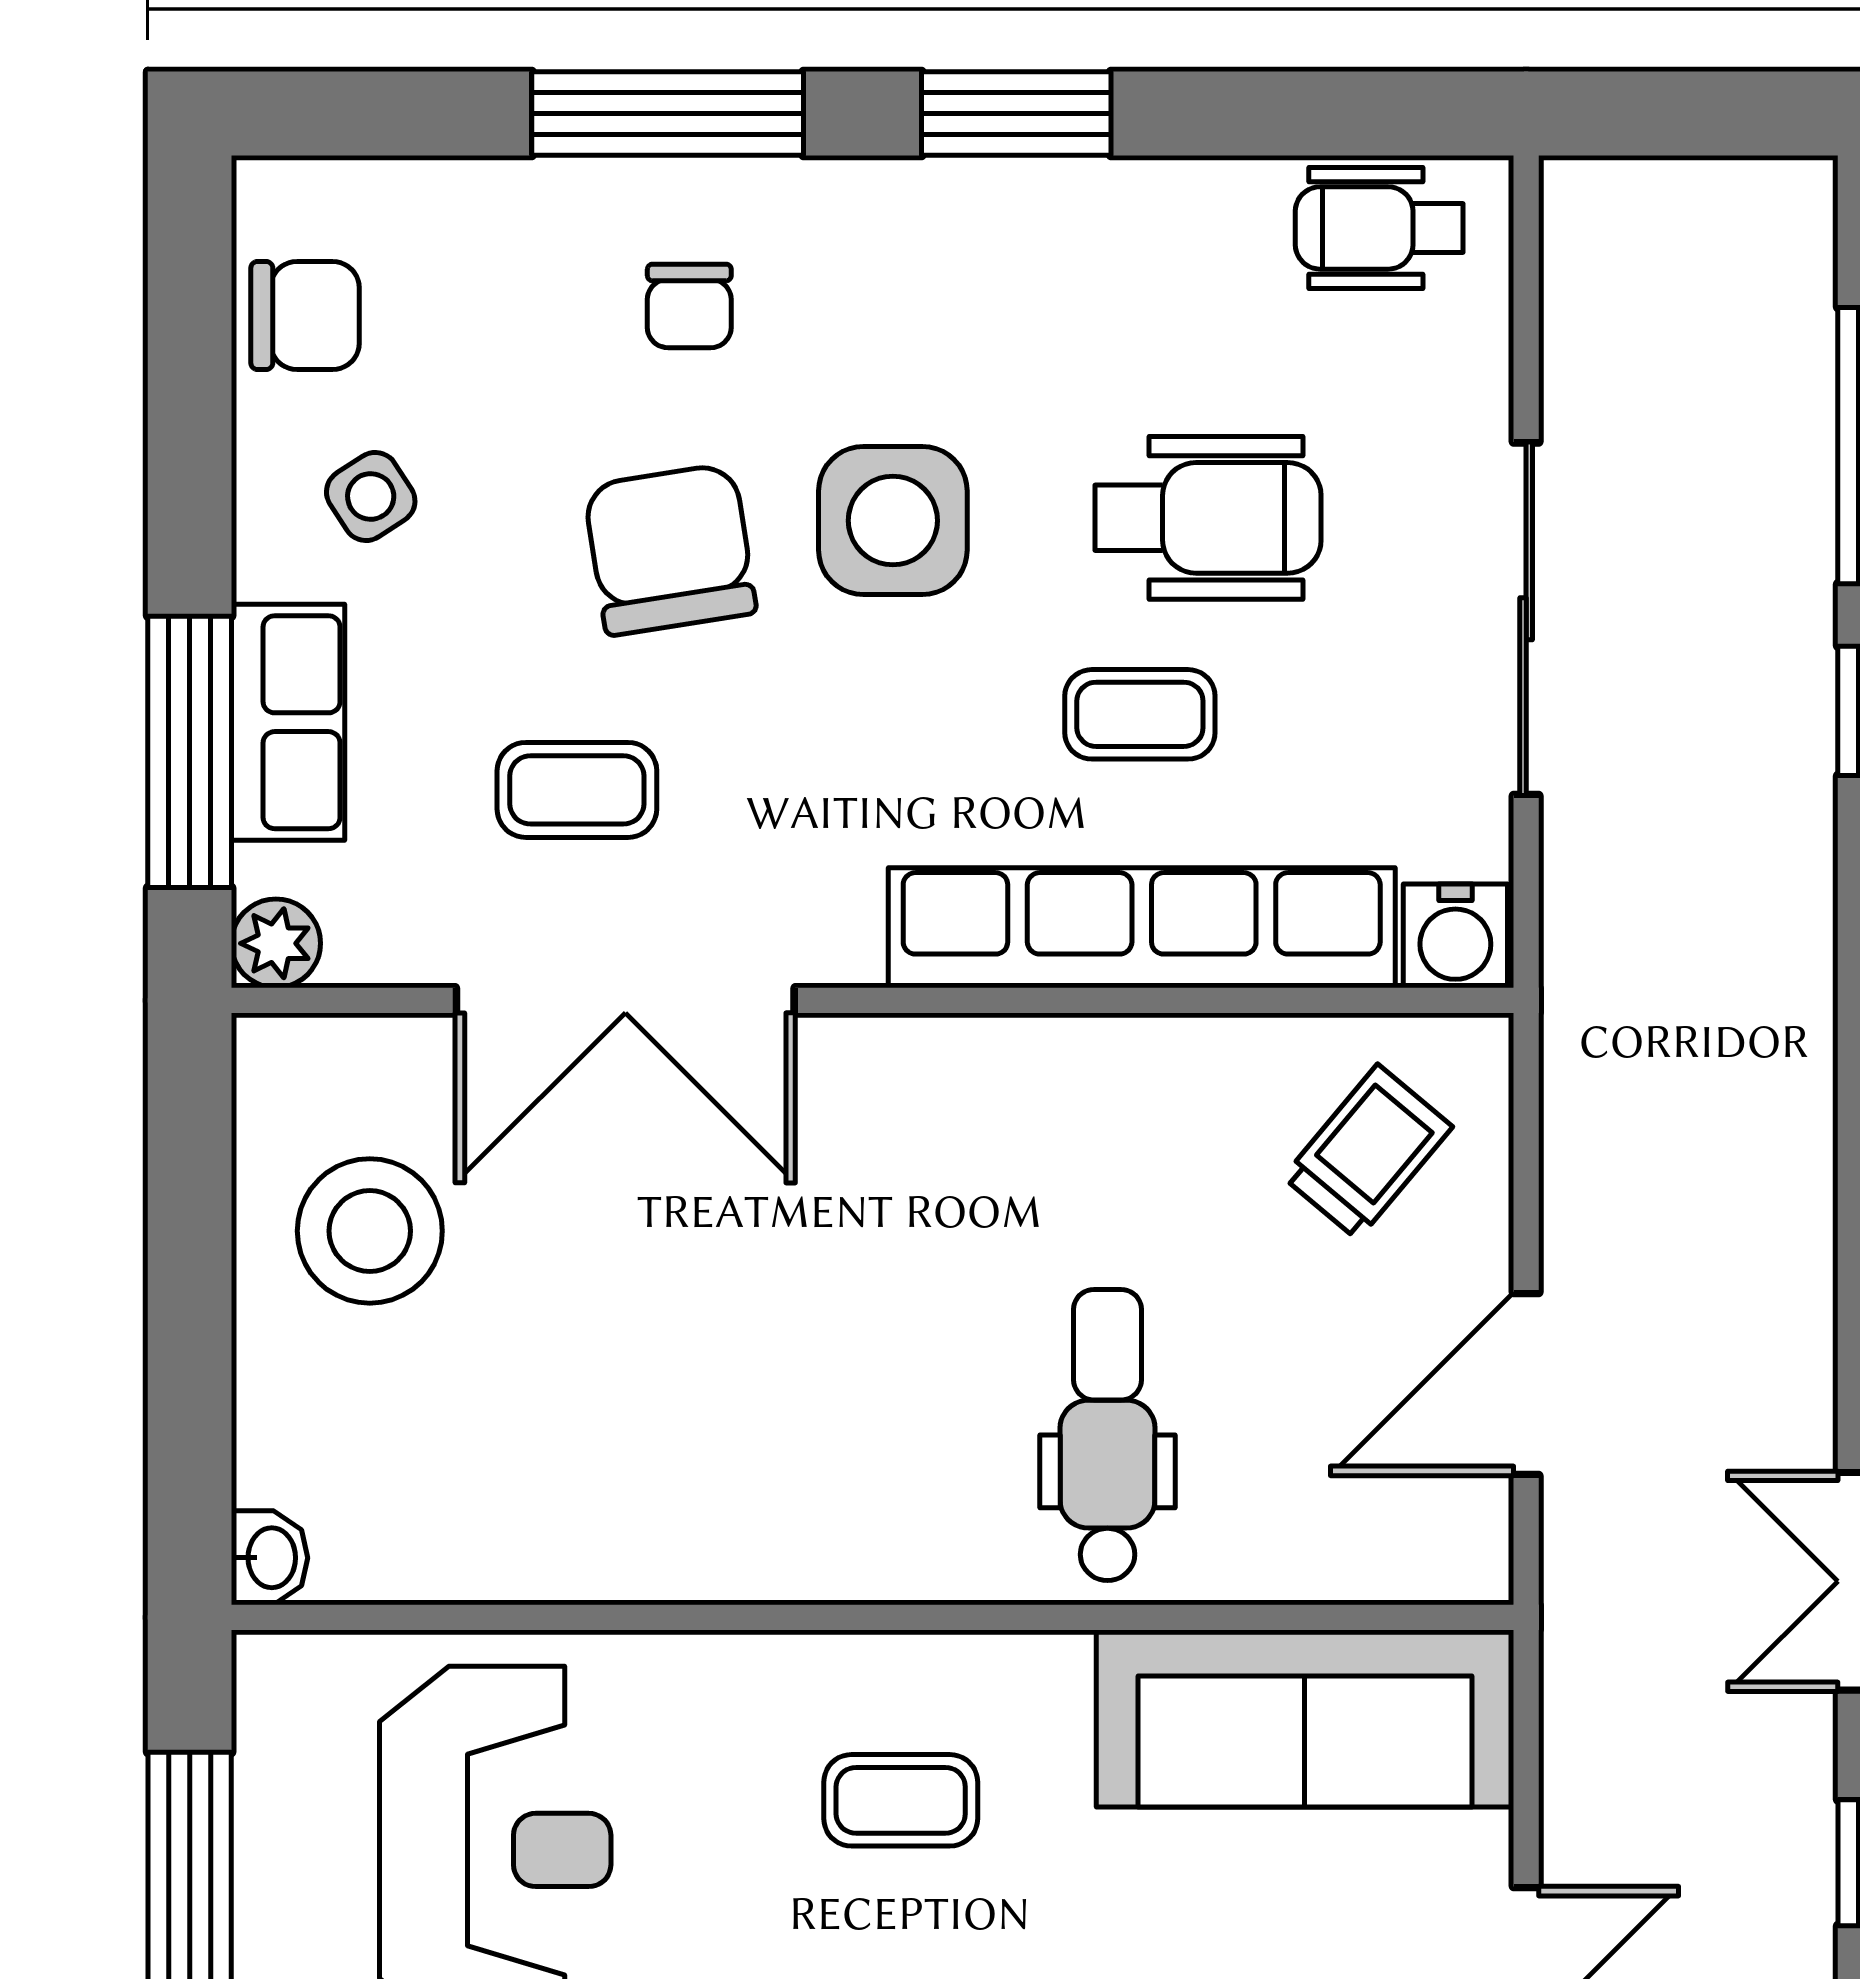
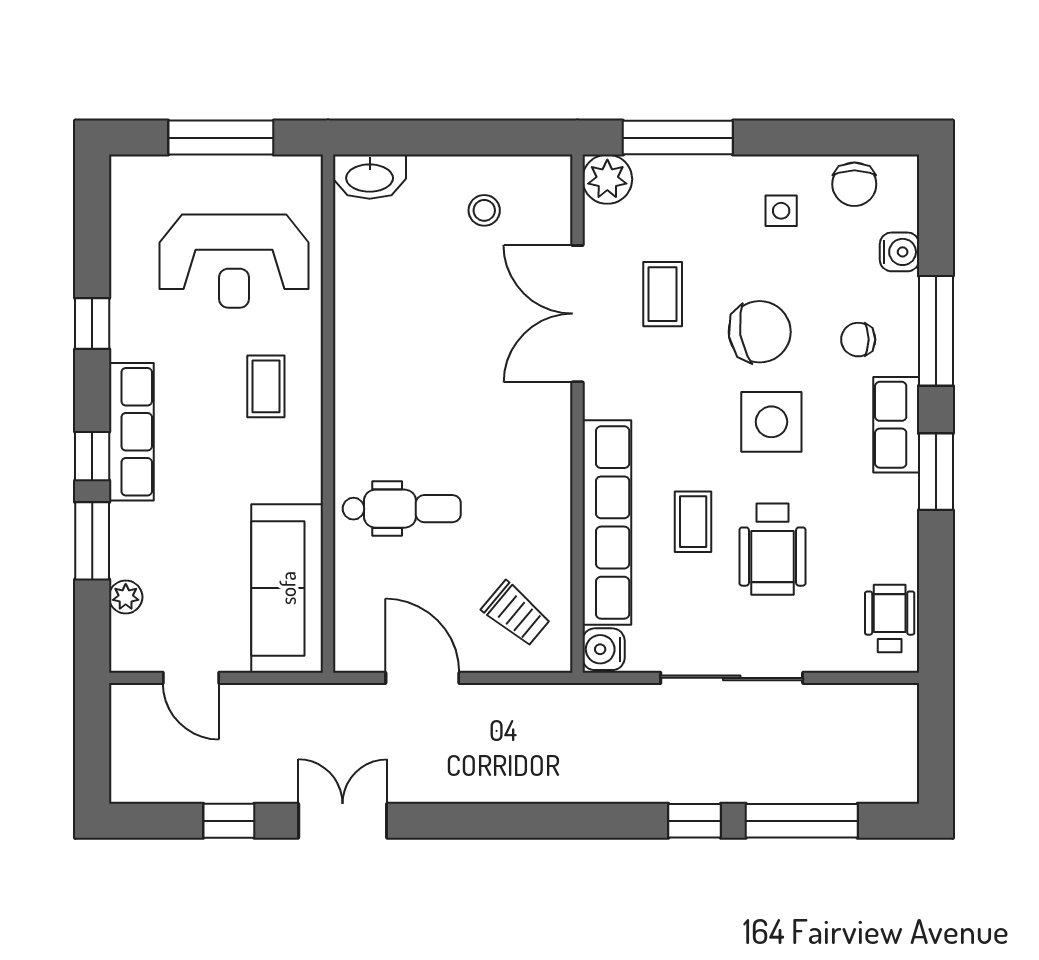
water cooler: (472, 204) -> (899, 252), added
side table: (371, 496) -> (781, 211), turned 33
row of seats: (288, 722) -> (896, 425), moved, turned 90
plant: (276, 943) -> (607, 179), width x1.38, depth x1.38
stool: (370, 1231) -> (484, 210), width x0.53, depth x0.53
washbasin: (269, 1558) -> (370, 177), width x1.91, depth x1.45
coffee table: (901, 1800) -> (266, 386), moved

